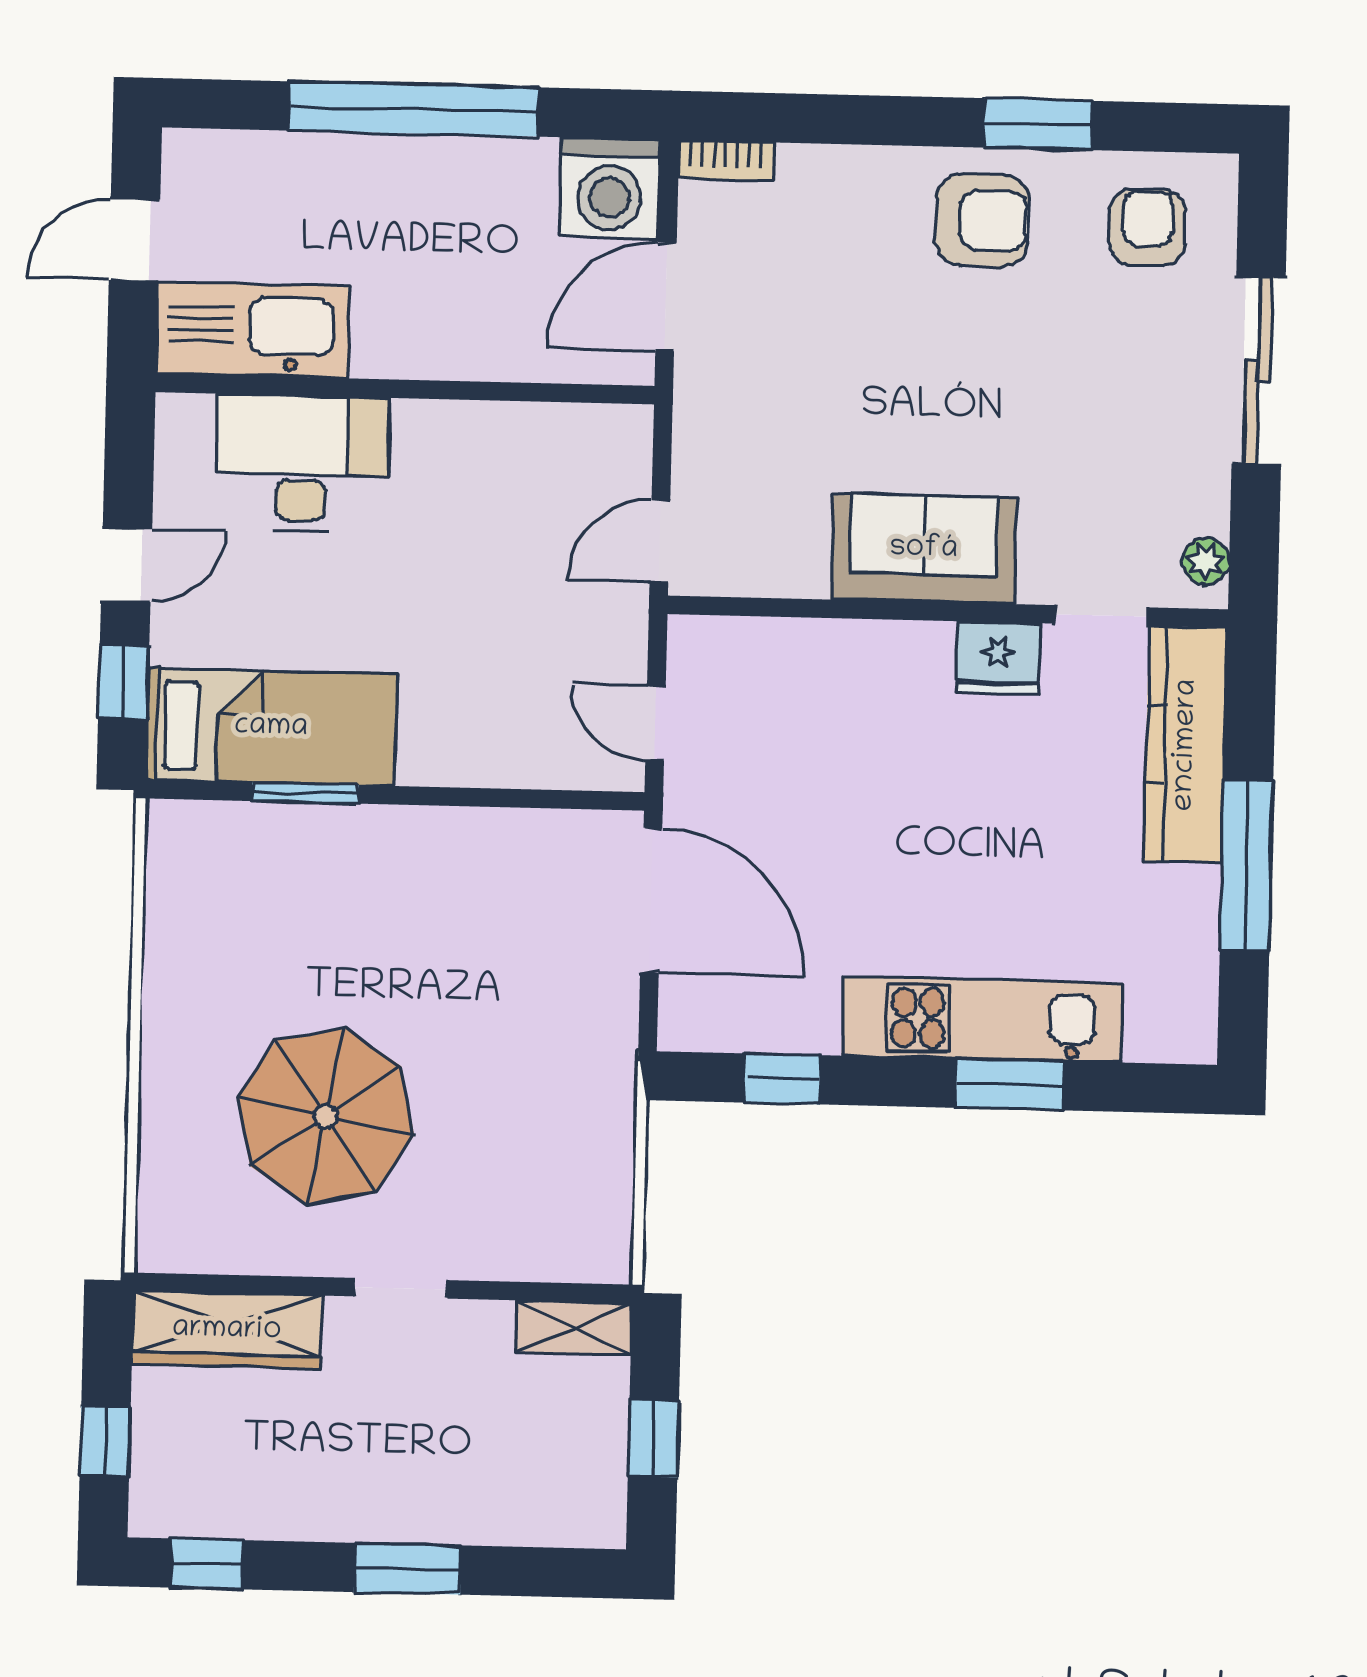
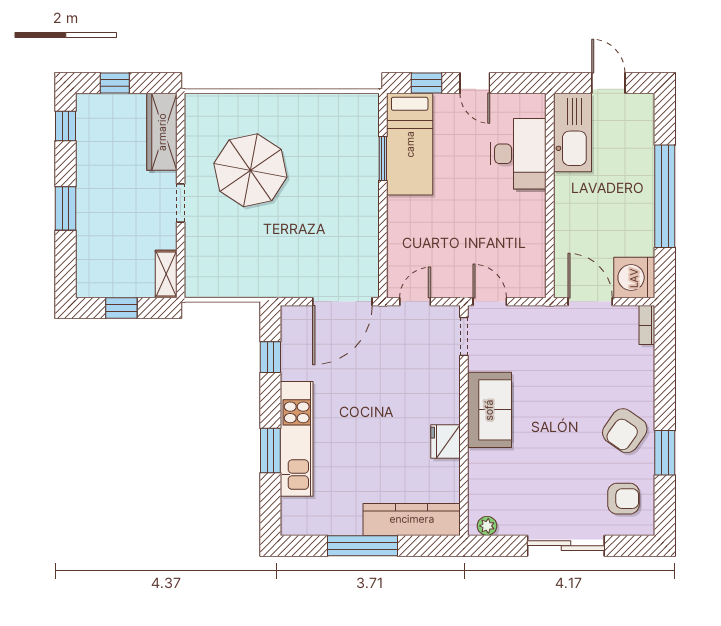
armchair: (982, 220) -> (625, 431), turned 35
doorway: (1102, 615) -> (464, 337), moved

